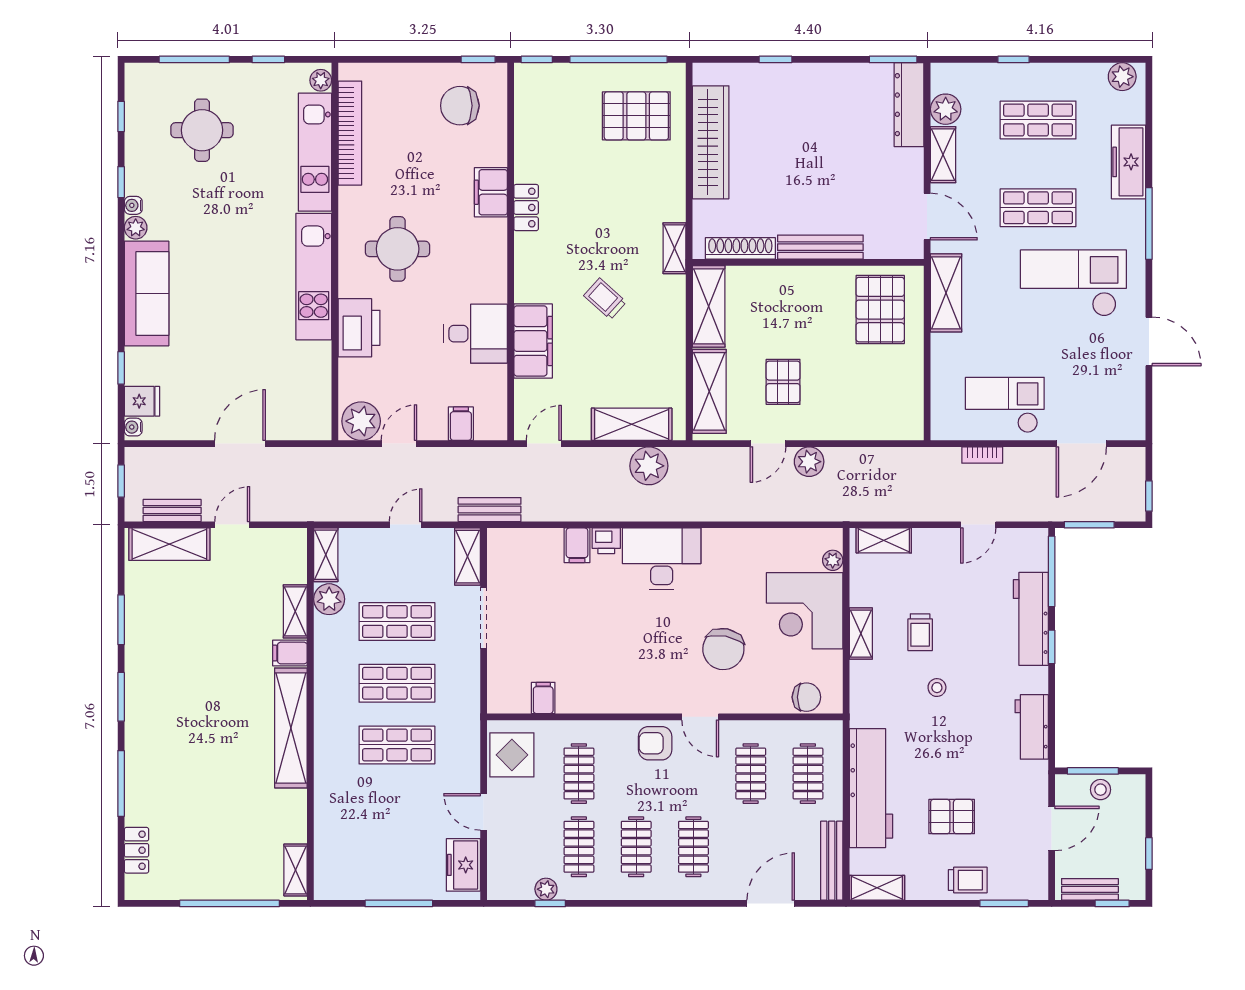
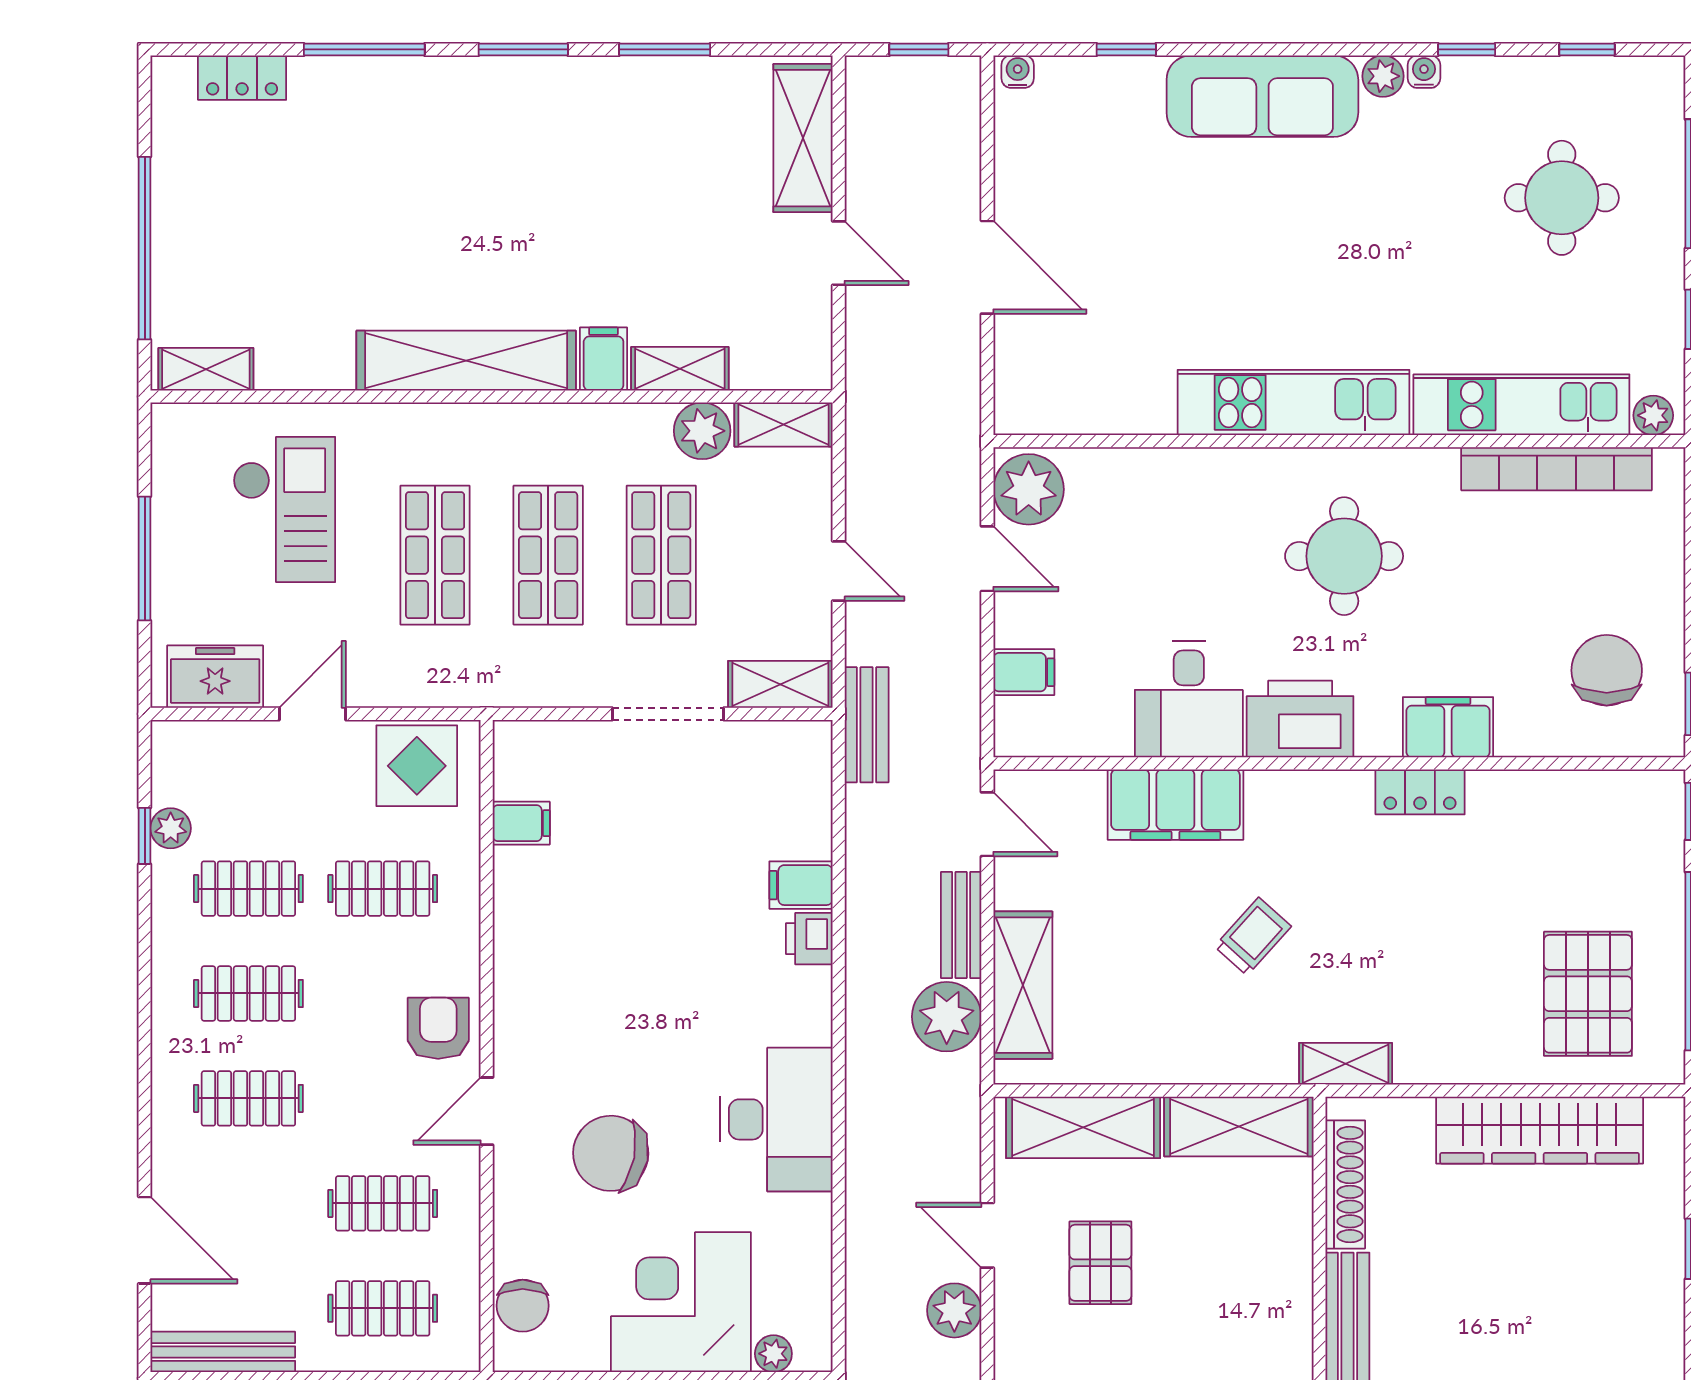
printer: (359, 328) -> (1300, 719), moved, turned 180
pallet: (783, 382) -> (1100, 1263), turned 90
fridge: (142, 401) -> (1065, 88), removed
bench: (172, 510) -> (961, 925), moved
desk: (662, 559) -> (776, 1119), moved
checkout: (372, 827) -> (284, 509), added

